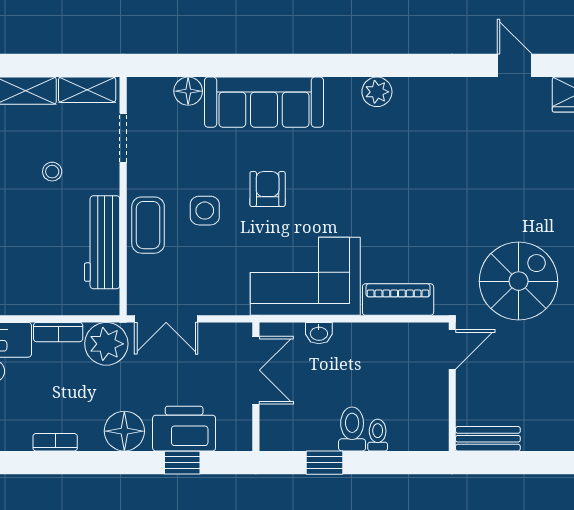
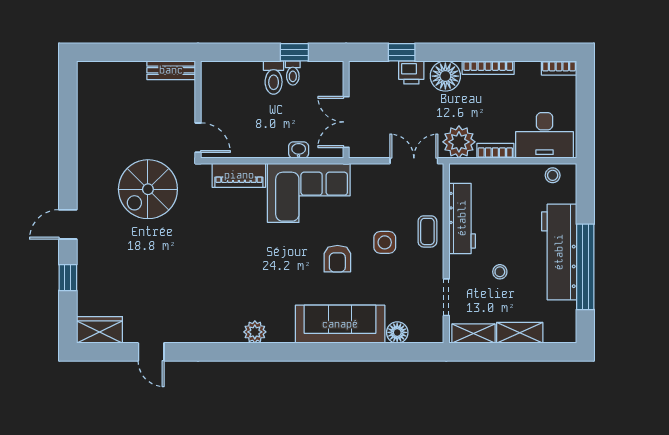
coffee table: (148, 225) -> (427, 231), width x0.73, depth x0.77
door: (452, 349) -> (198, 138), swing flipped
printer: (184, 429) -> (411, 72), width x0.53, depth x0.68
toilet: (378, 435) -> (293, 73), moved
bookcase: (55, 442) -> (488, 68), width x1.56

